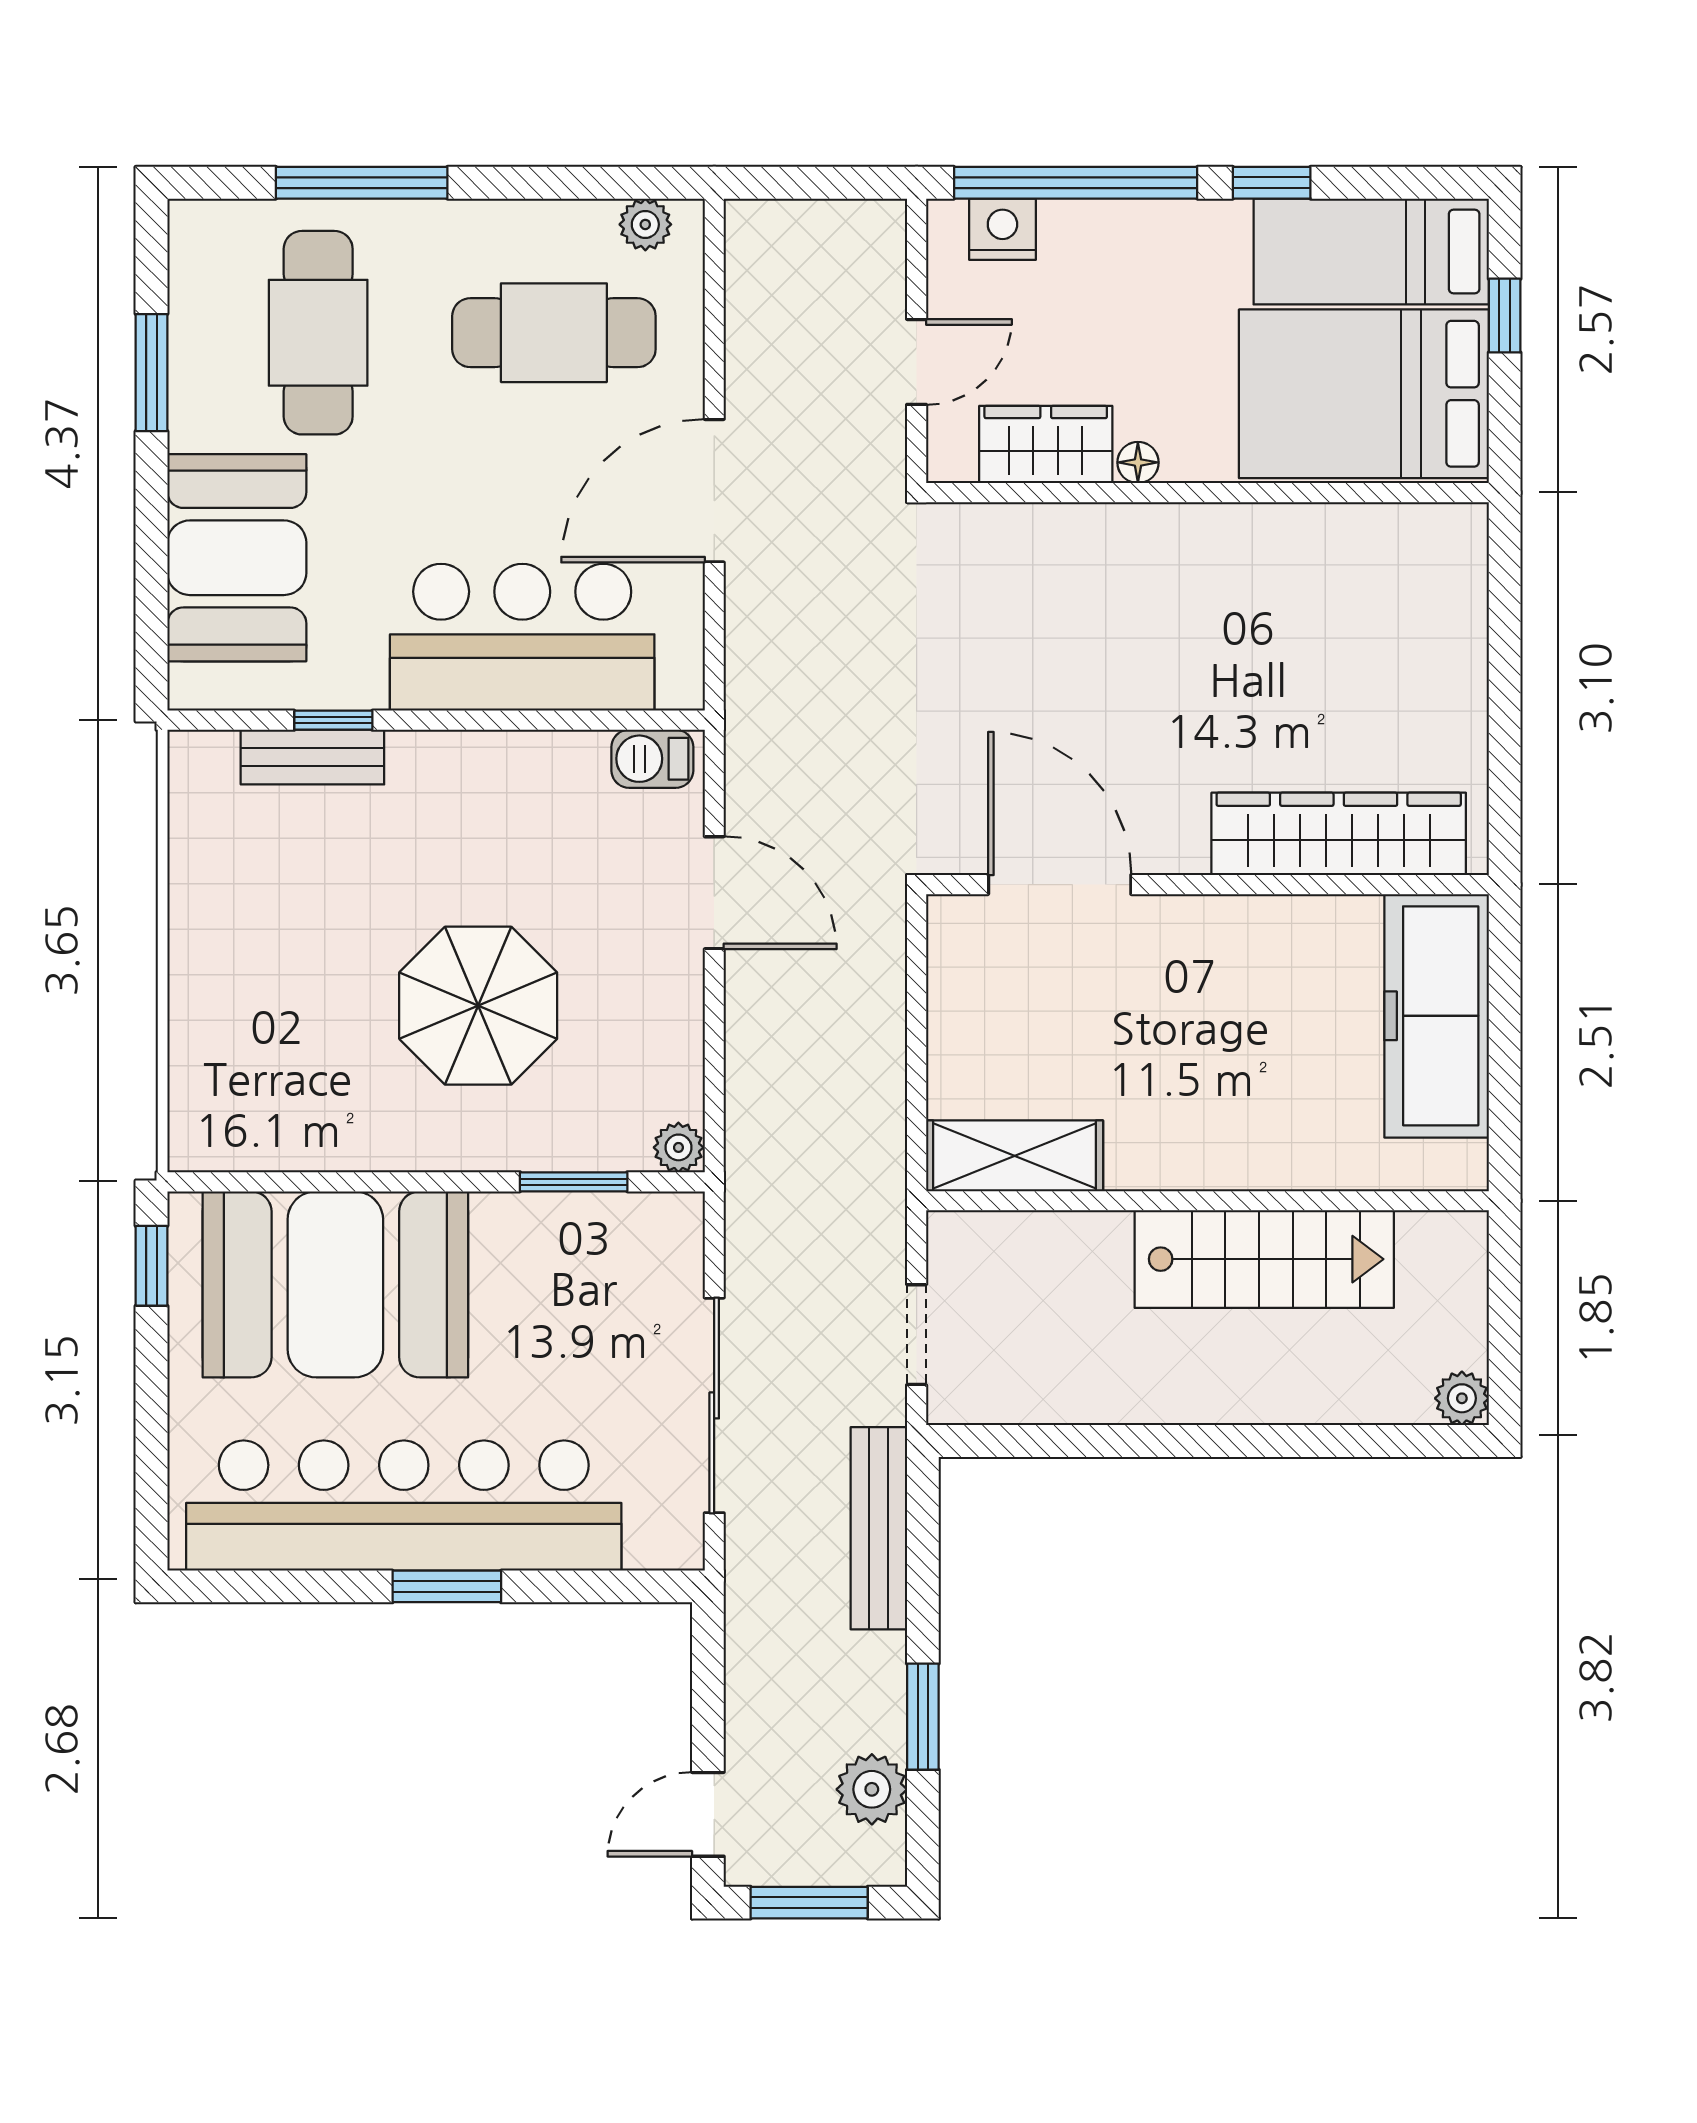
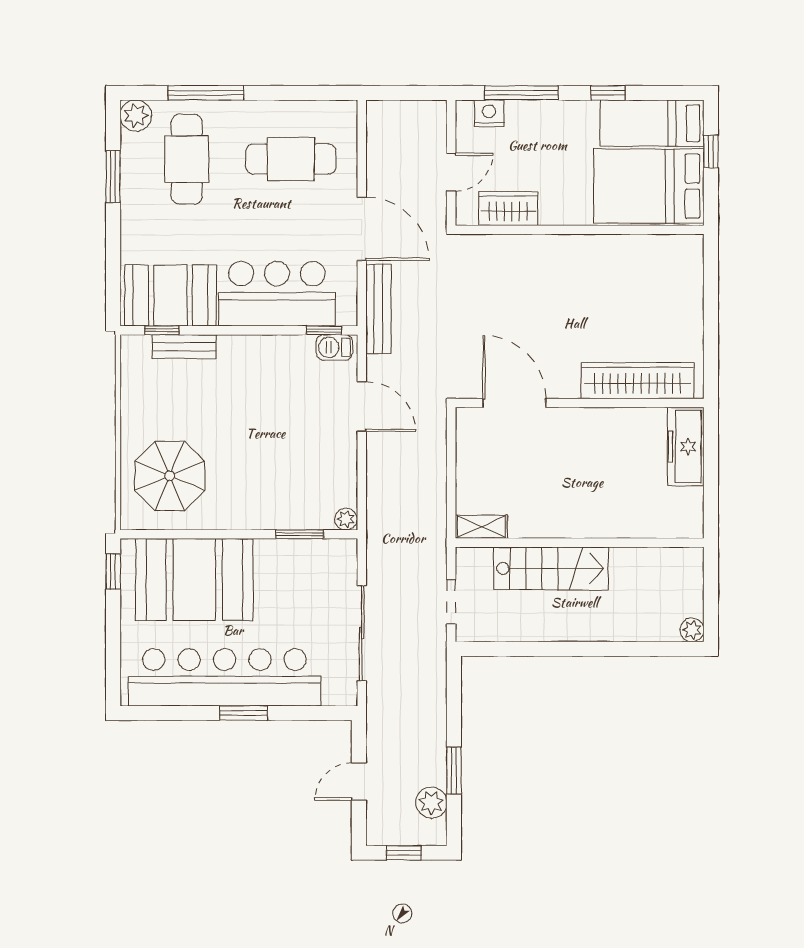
window: (1076, 183) -> (521, 93), width x0.68
plant: (645, 224) -> (136, 116), moved, width x1.38, depth x1.38
floor lamp: (1138, 462) -> (549, 216), removed
door: (714, 491) -> (362, 229), swing flipped
booth: (237, 558) -> (170, 295), moved, turned 90
window: (333, 720) -> (162, 330), moved
window: (629, 720) -> (324, 330), added
parasol: (478, 1006) -> (170, 476), moved
freezer: (1437, 1016) -> (686, 447), width x0.73, depth x0.79
shelving: (1015, 1156) -> (481, 527), width x0.67, depth x0.75
stairs: (1264, 1259) -> (551, 568), moved
bench: (879, 1528) -> (378, 309), moved
door: (708, 1814) -> (359, 782), moved
window: (809, 1903) -> (404, 853), width x0.67

